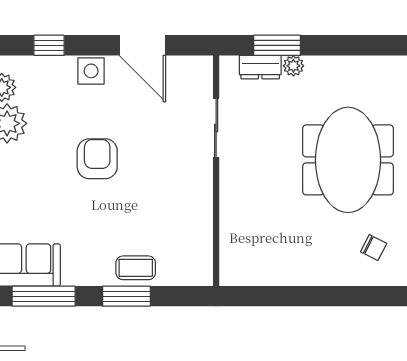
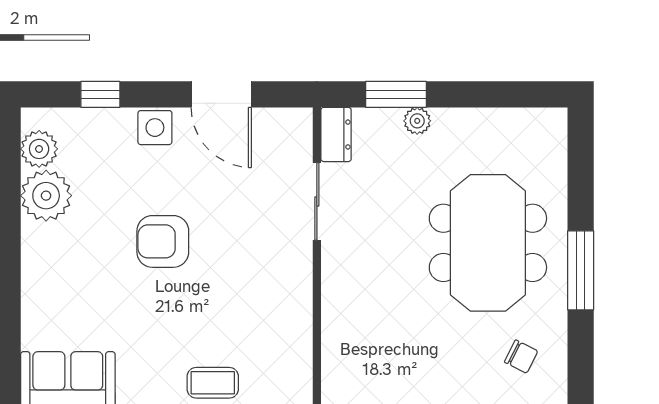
dresser: (260, 67) -> (336, 134), moved, turned -90
armchair: (97, 159) -> (163, 241), turned -90

